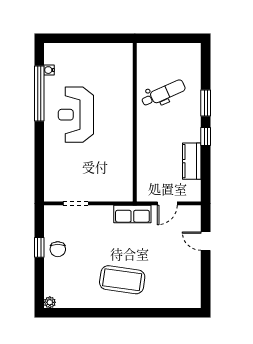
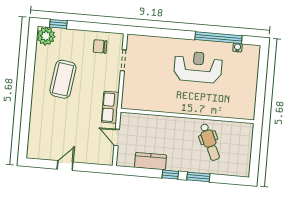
door: (206, 241) -> (65, 166), moved
window: (39, 247) -> (58, 24), moved
chair: (58, 249) -> (100, 46), moved
coffee table: (122, 280) -> (63, 79), moved
plant: (50, 302) -> (46, 36), width x1.88, depth x1.88

